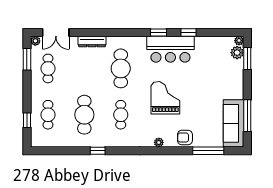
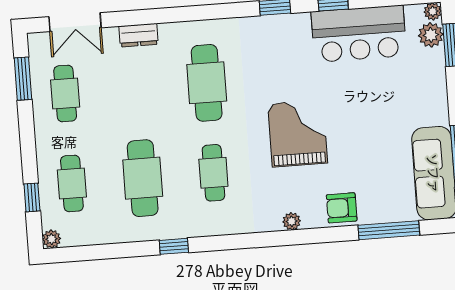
plant: (35, 41) -> (52, 239), moved
dresser: (92, 41) -> (139, 35), width x0.70
bar counter: (170, 49) -> (359, 34), moved

